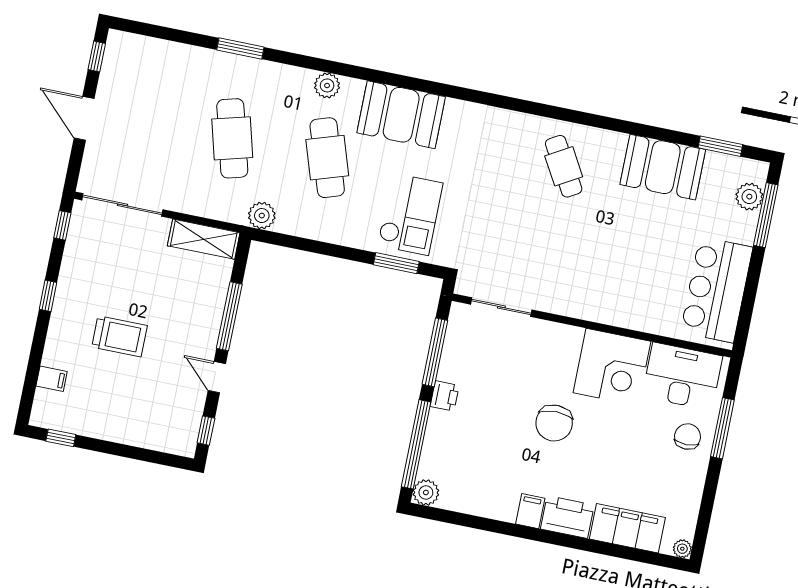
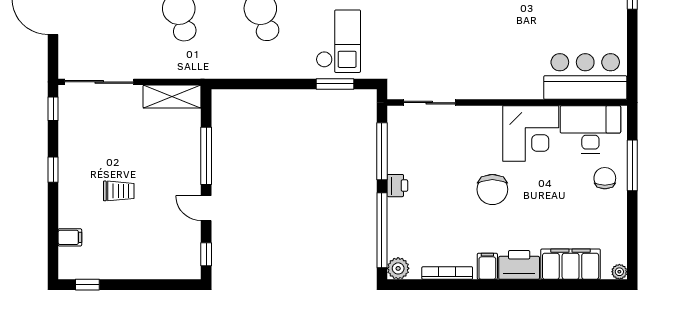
plant: (262, 216) -> (216, 67), removed
bar counter: (717, 290) -> (585, 76), moved, turned 90
trolley: (119, 336) -> (119, 191), width x0.73, depth x0.72
bookcase: (482, 509) -> (447, 273), added

